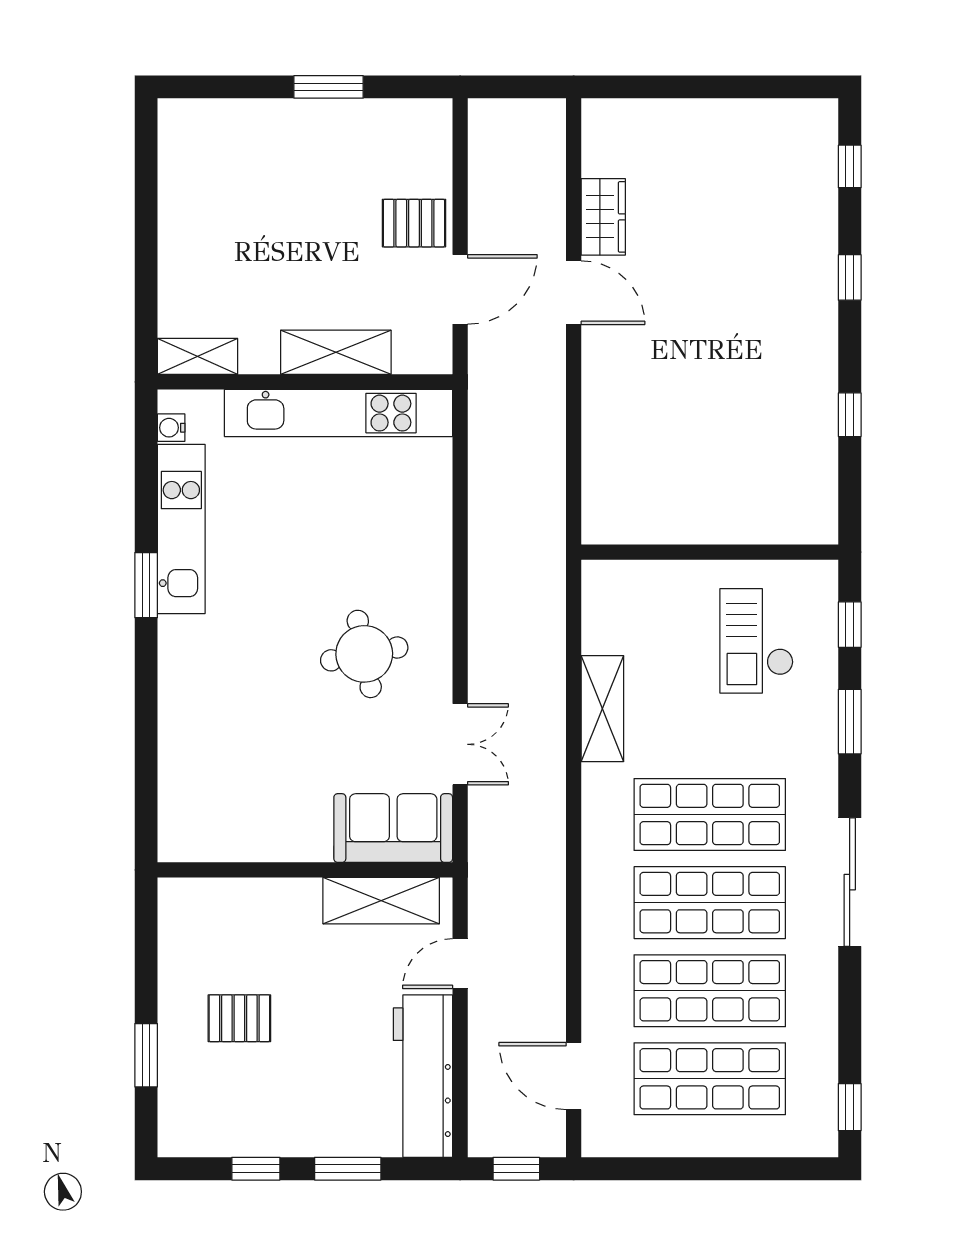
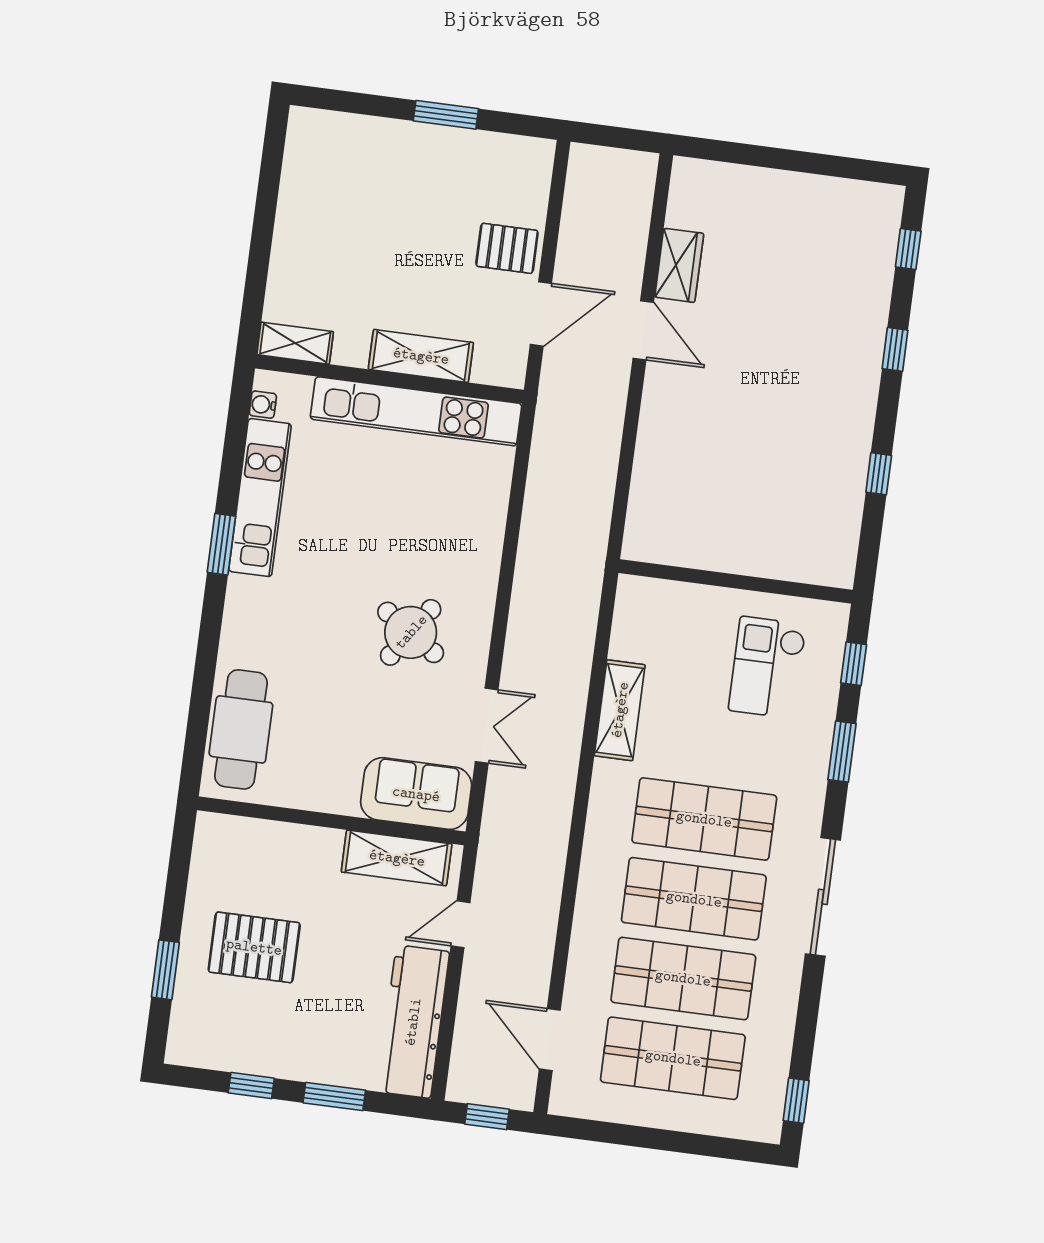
round table: (364, 654) -> (411, 632), turned 45
cafe table: (194, 784) -> (241, 729), added
pallet: (239, 1018) -> (254, 947), width x1.50, depth x1.42

